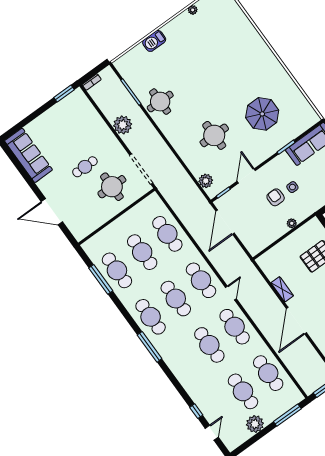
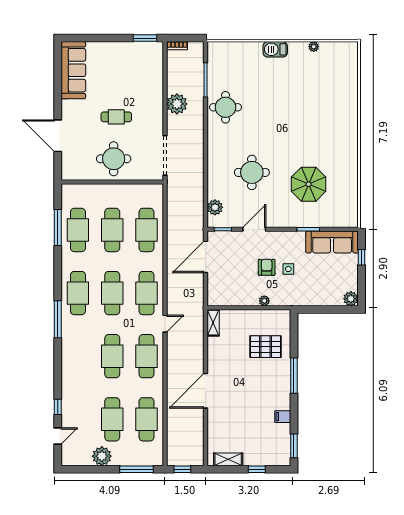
barbecue: (154, 41) -> (275, 49), moved
round table: (112, 187) -> (114, 159), moved
shelving: (282, 289) -> (213, 323), moved

